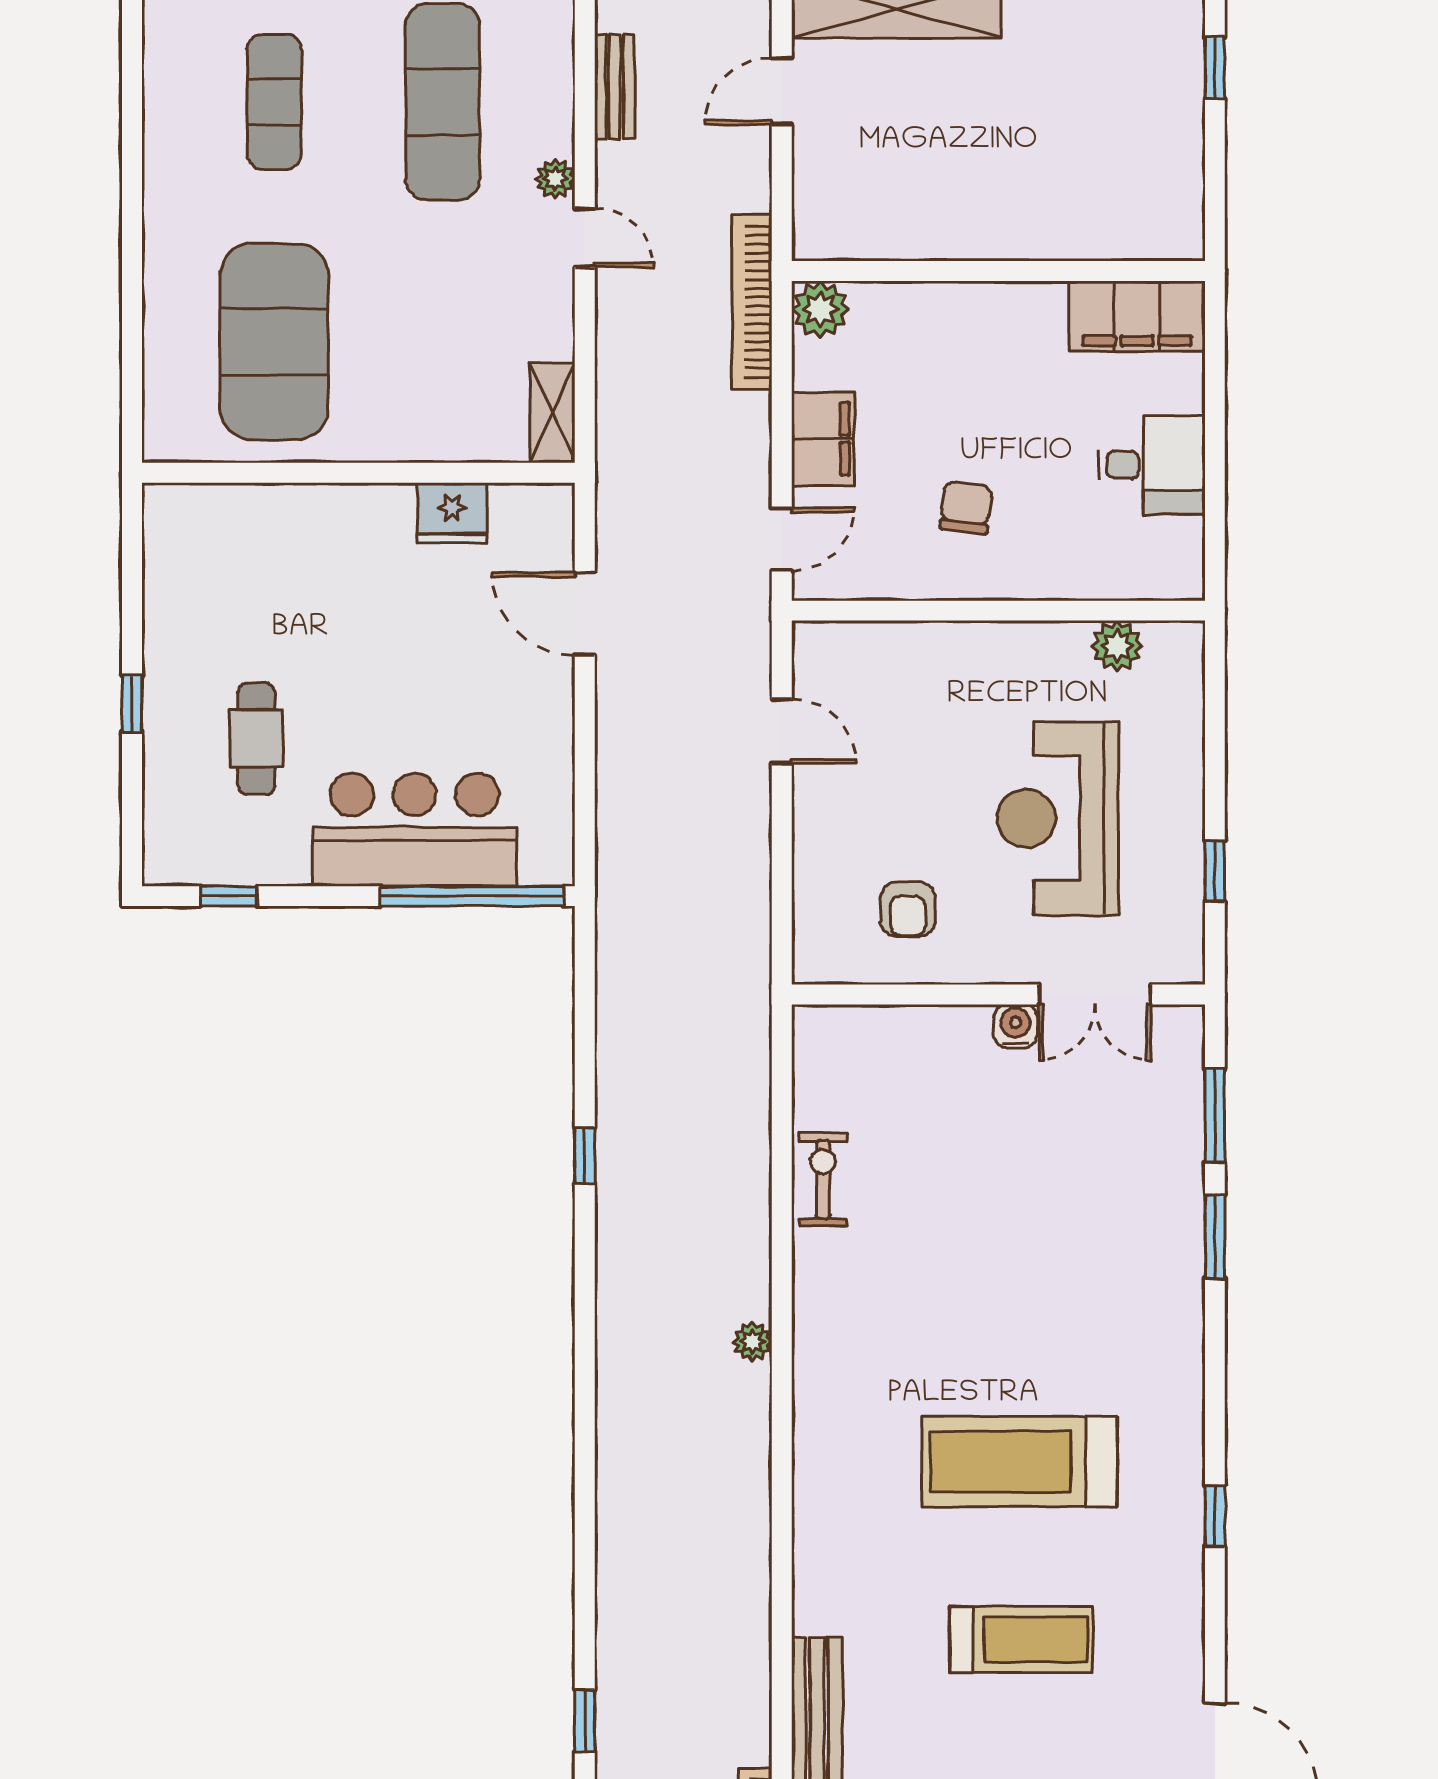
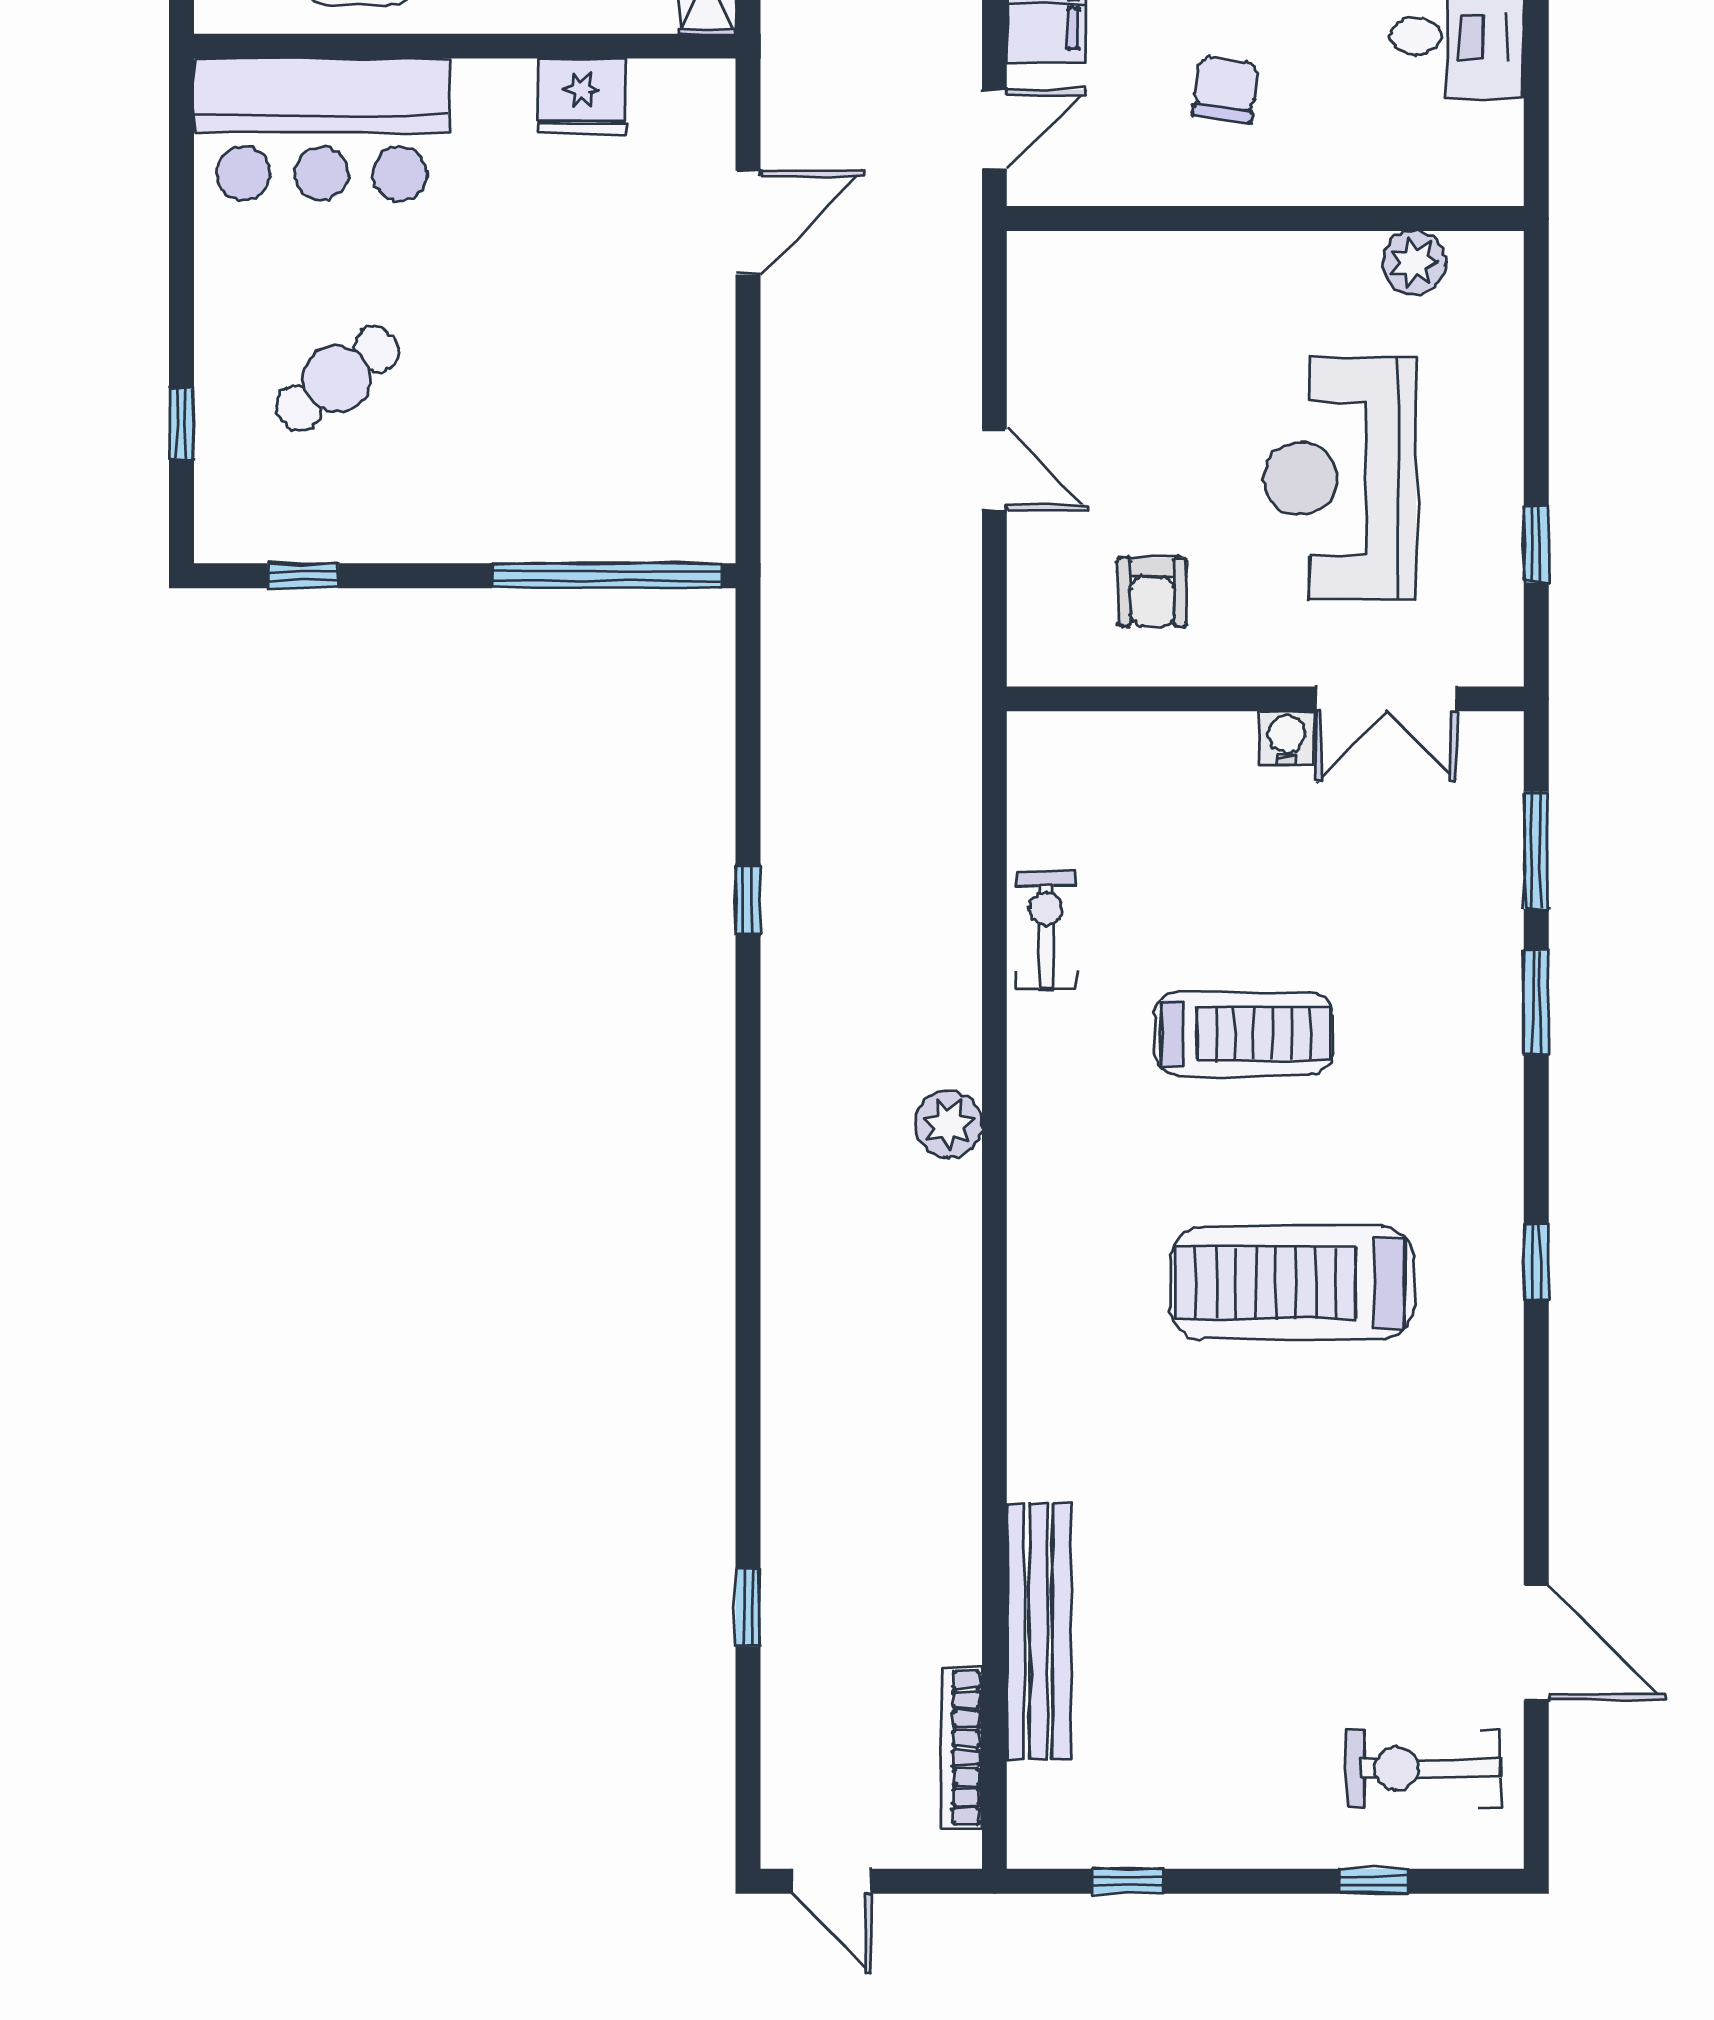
door: (585, 614) -> (748, 223), swing flipped
window: (132, 704) -> (181, 424), moved
door: (782, 731) -> (994, 470), moved
cafe table: (256, 739) -> (337, 379), turned 53
bar counter: (415, 830) -> (322, 129), moved, turned 180
plant: (753, 1342) -> (949, 1124), width x1.38, depth x1.38
window: (1215, 1516) -> (1536, 1262), moved
treadmill: (1021, 1639) -> (1244, 1033), moved

